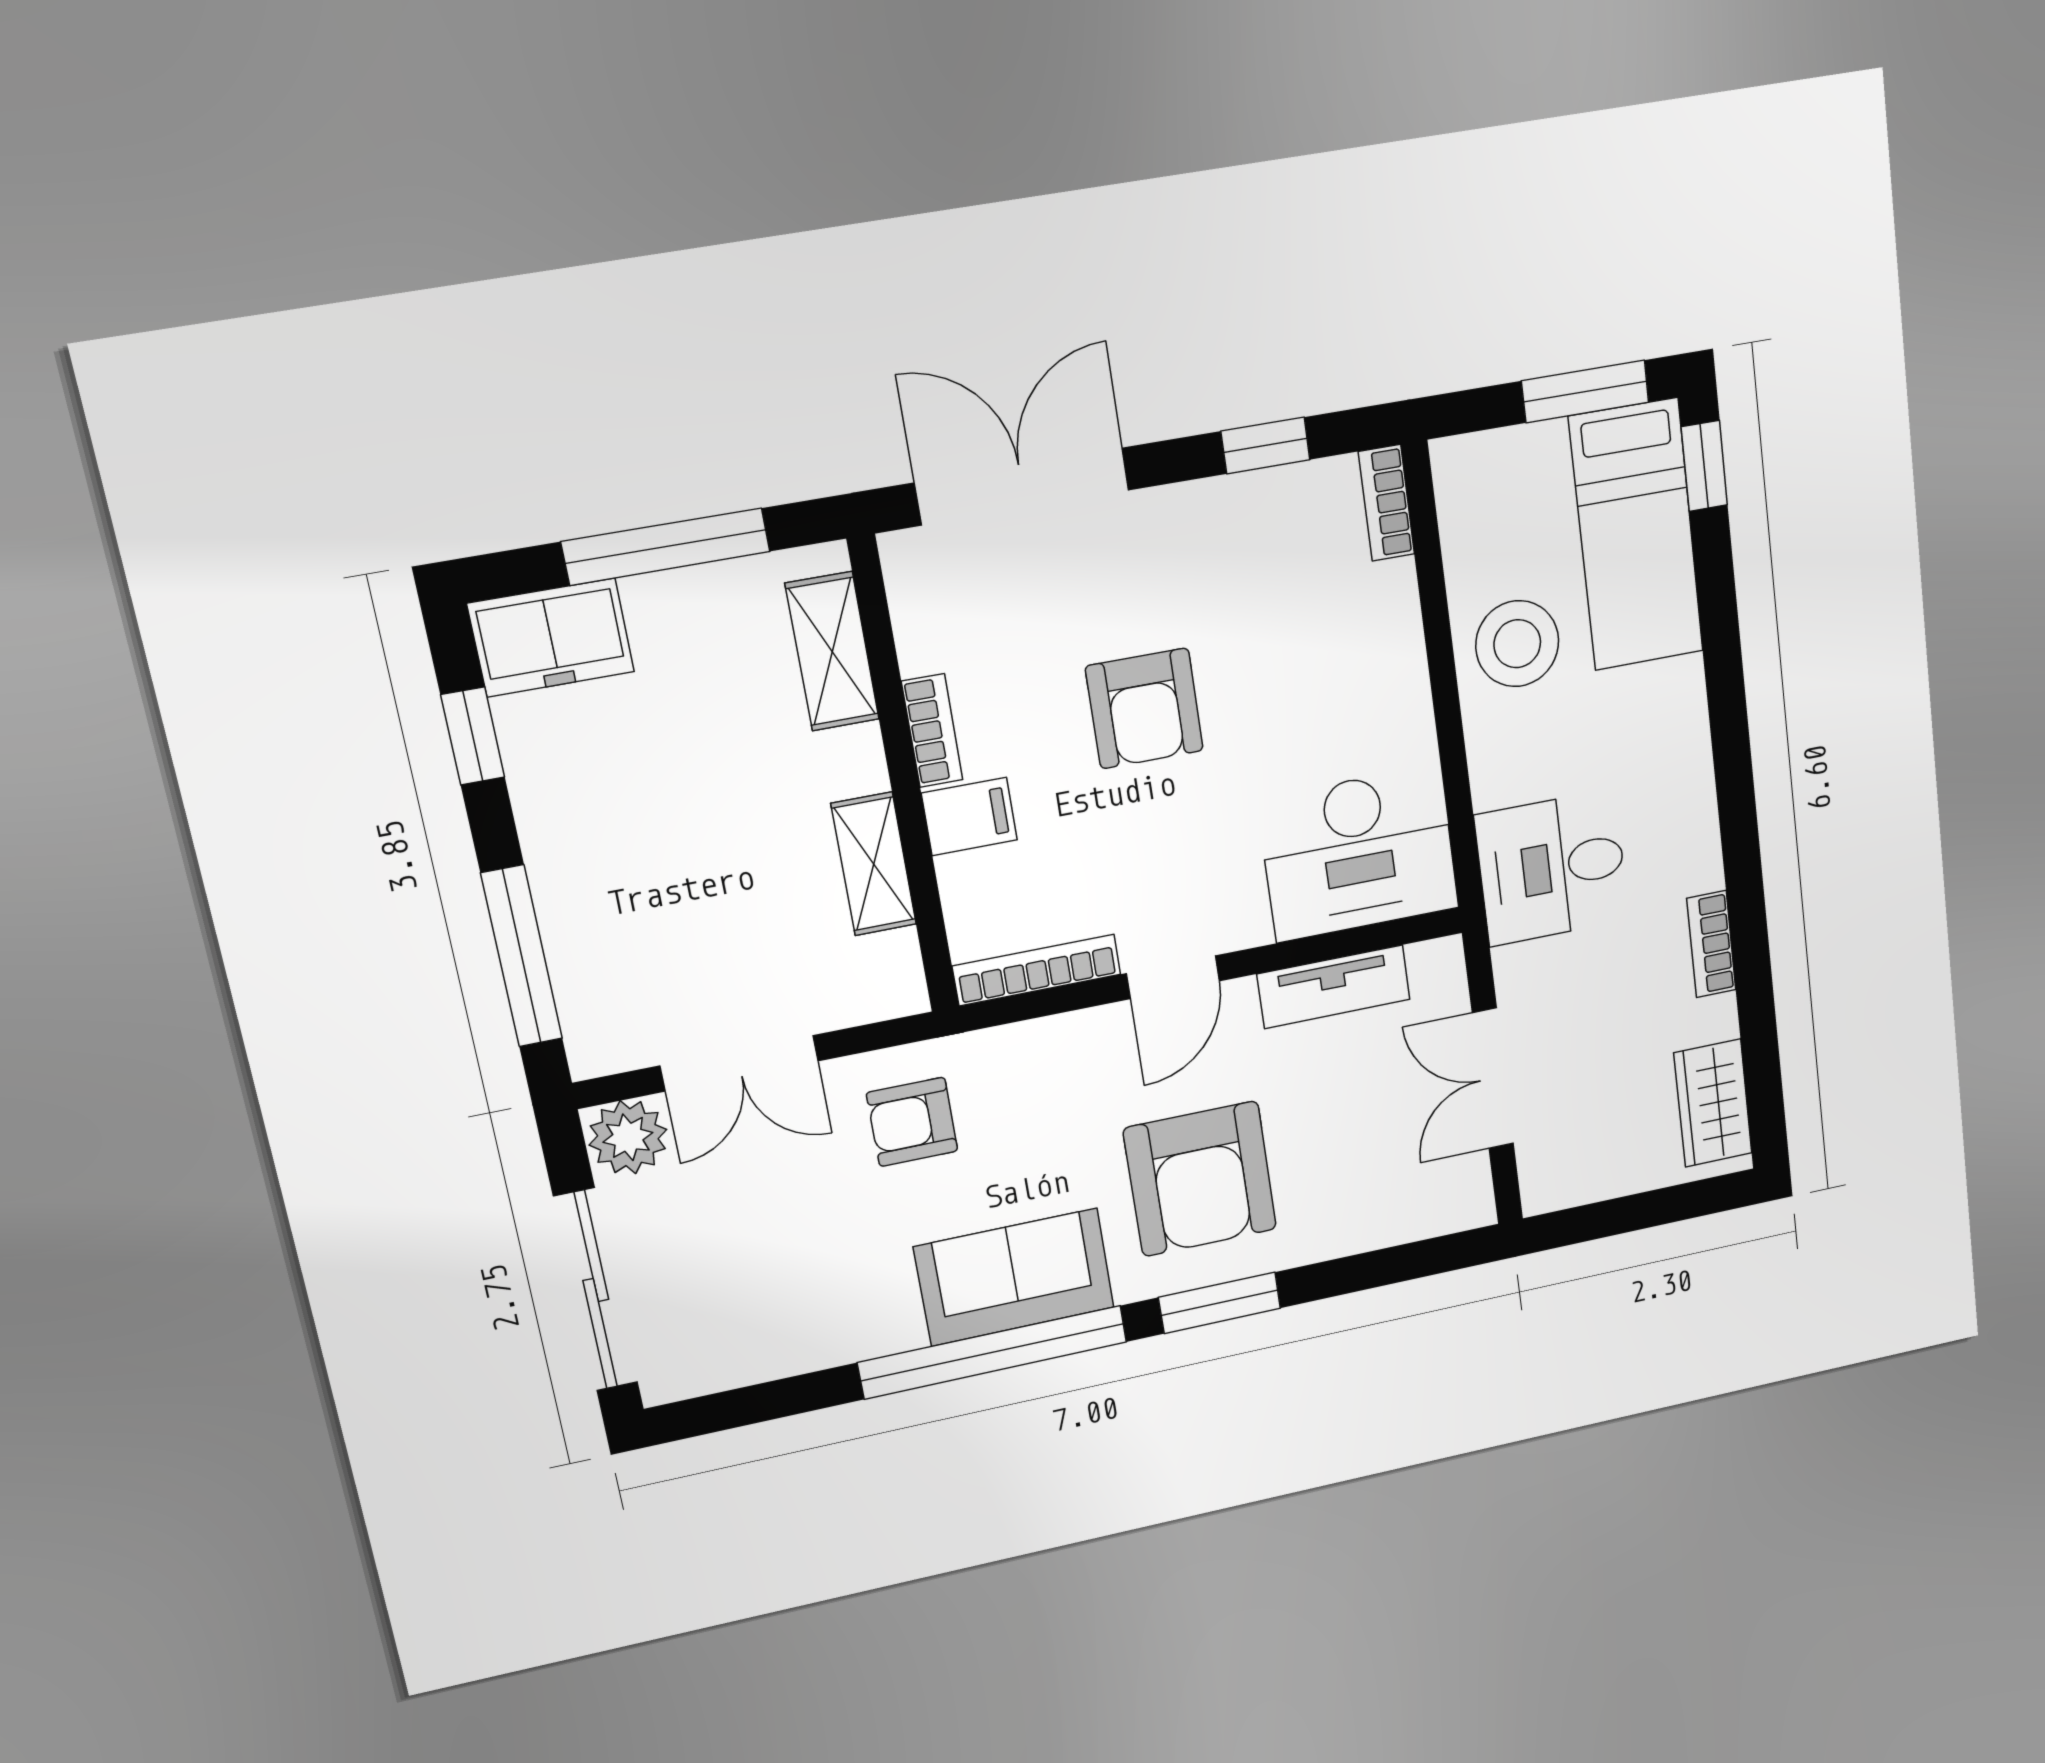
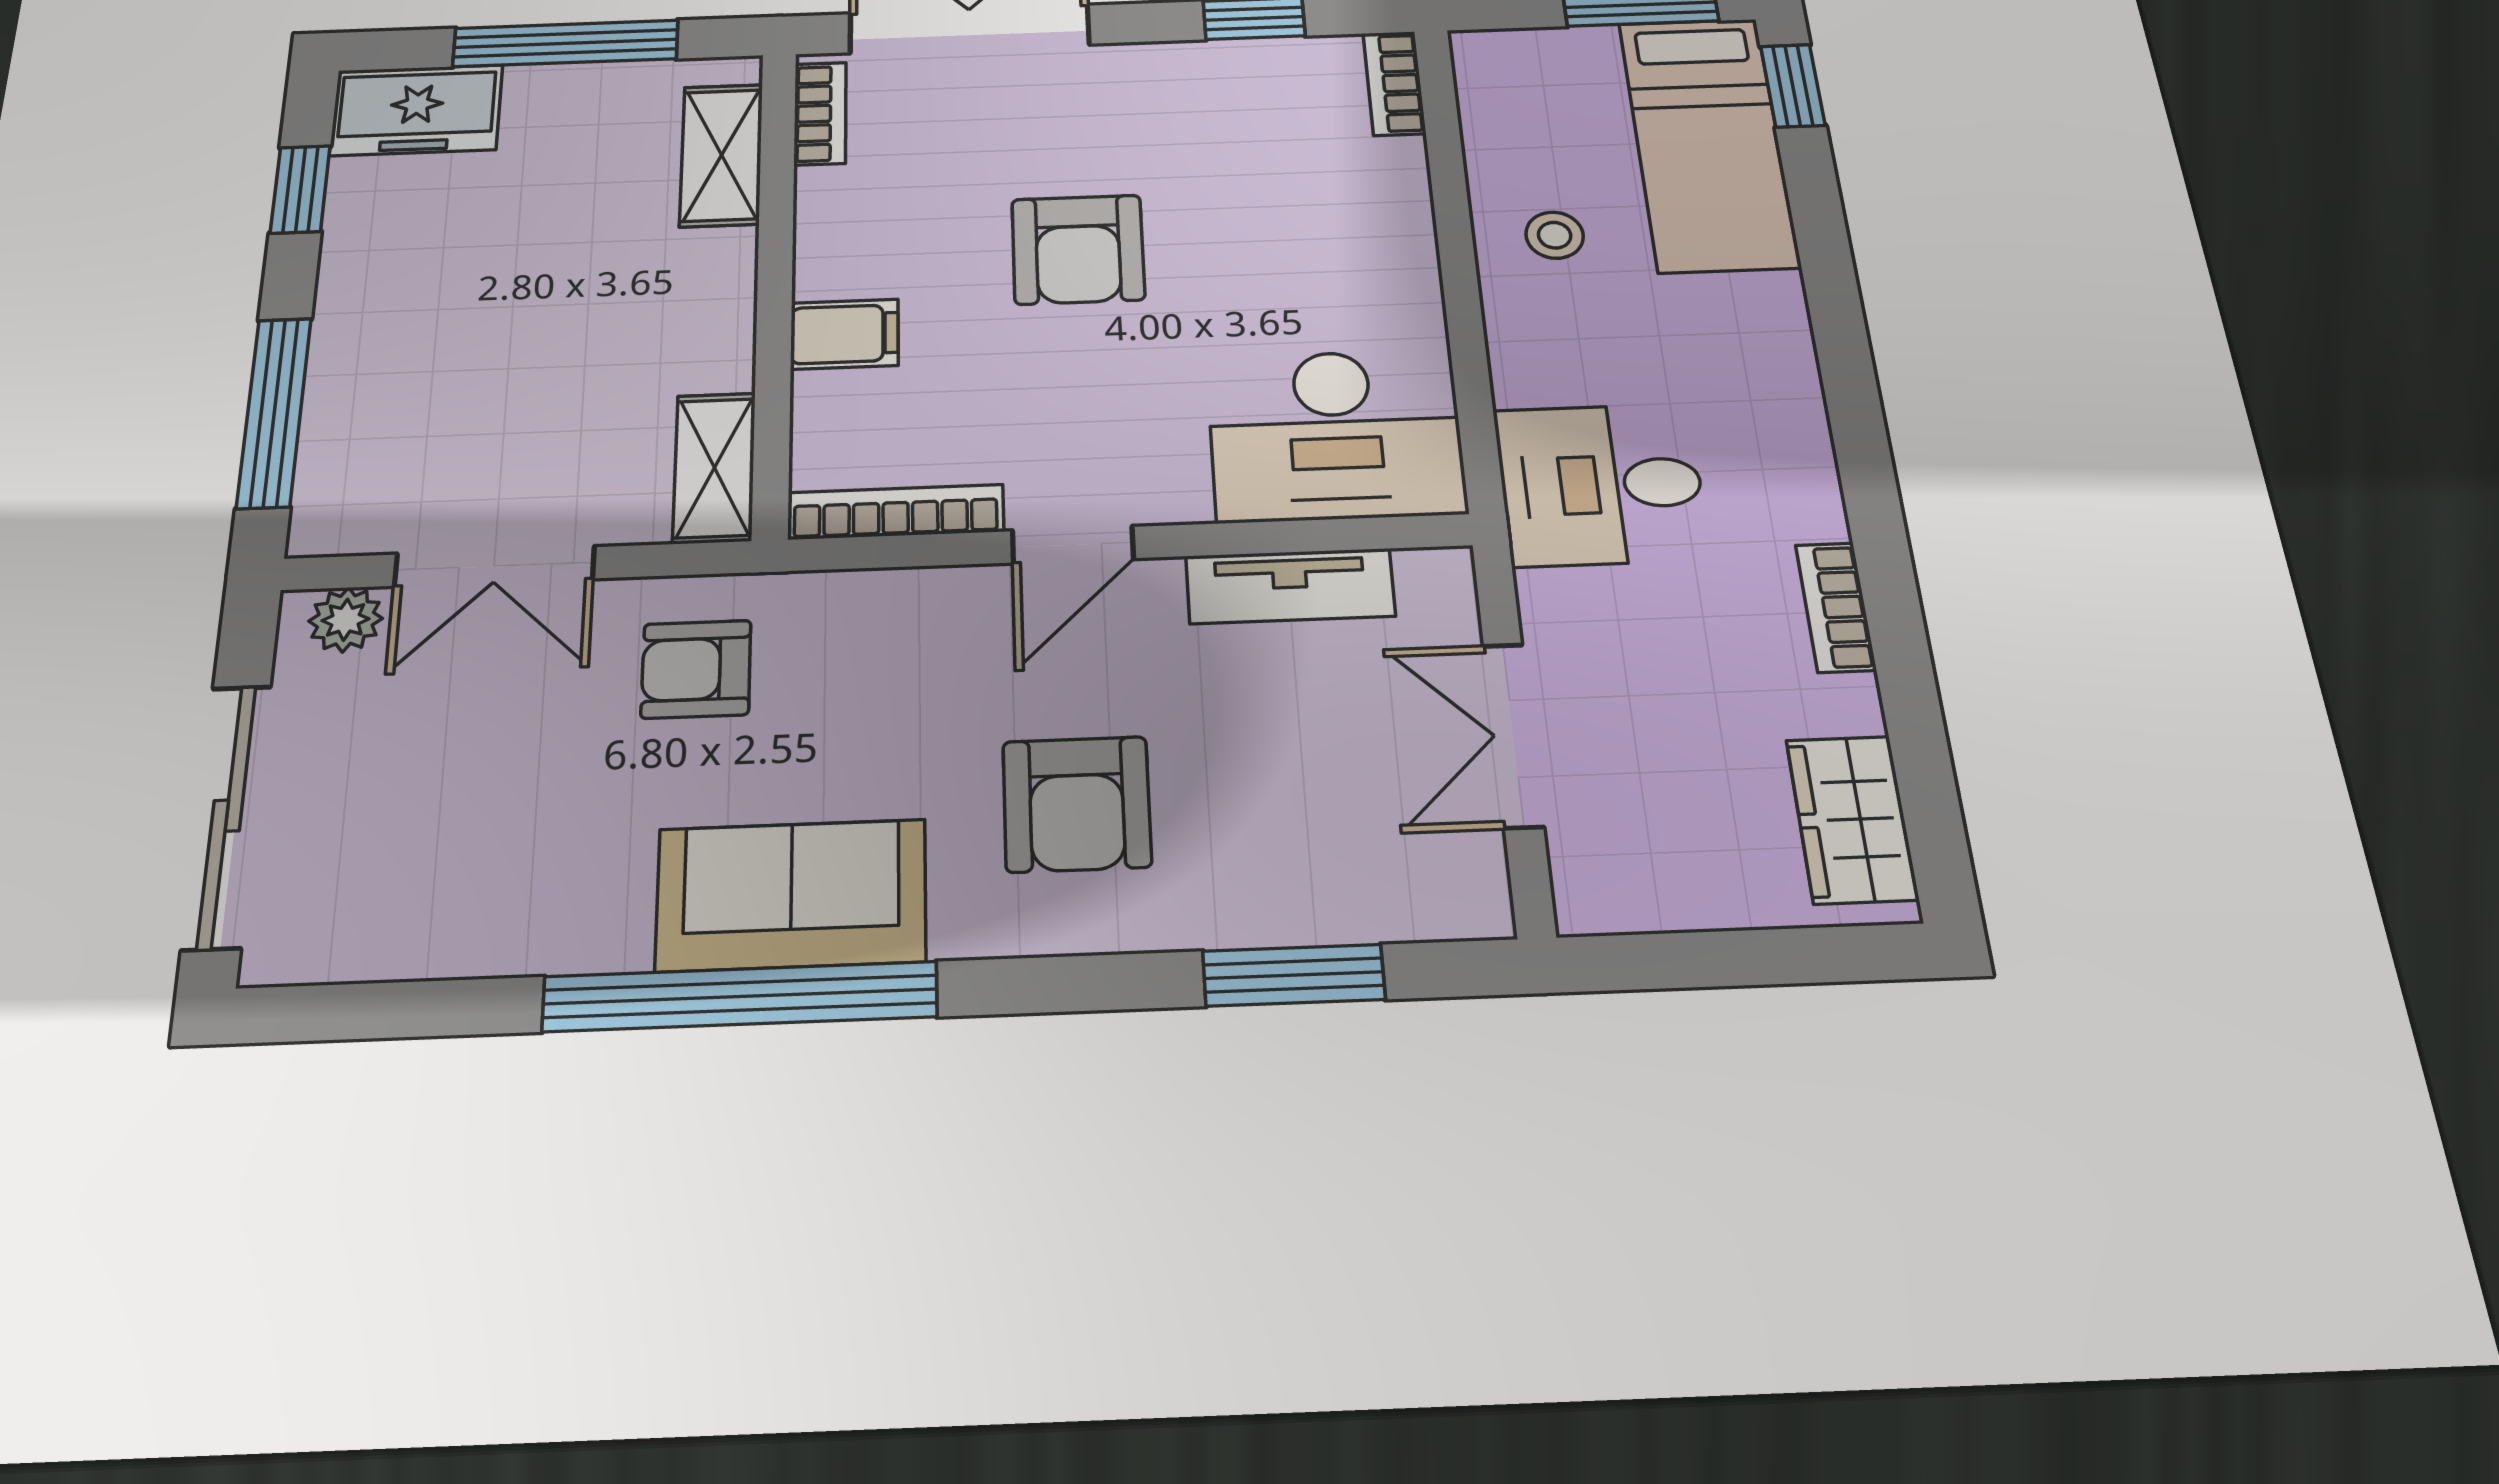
stool: (1517, 644) -> (1555, 235), width x0.53, depth x0.53
bookcase: (932, 731) -> (820, 114), moved
shelving: (874, 864) -> (714, 468), moved
plant: (628, 1137) -> (346, 620), width x0.73, depth x0.73
armchair: (1200, 1179) -> (1077, 804), width x0.73, depth x0.73
window: (1220, 1303) -> (1294, 975), moved

